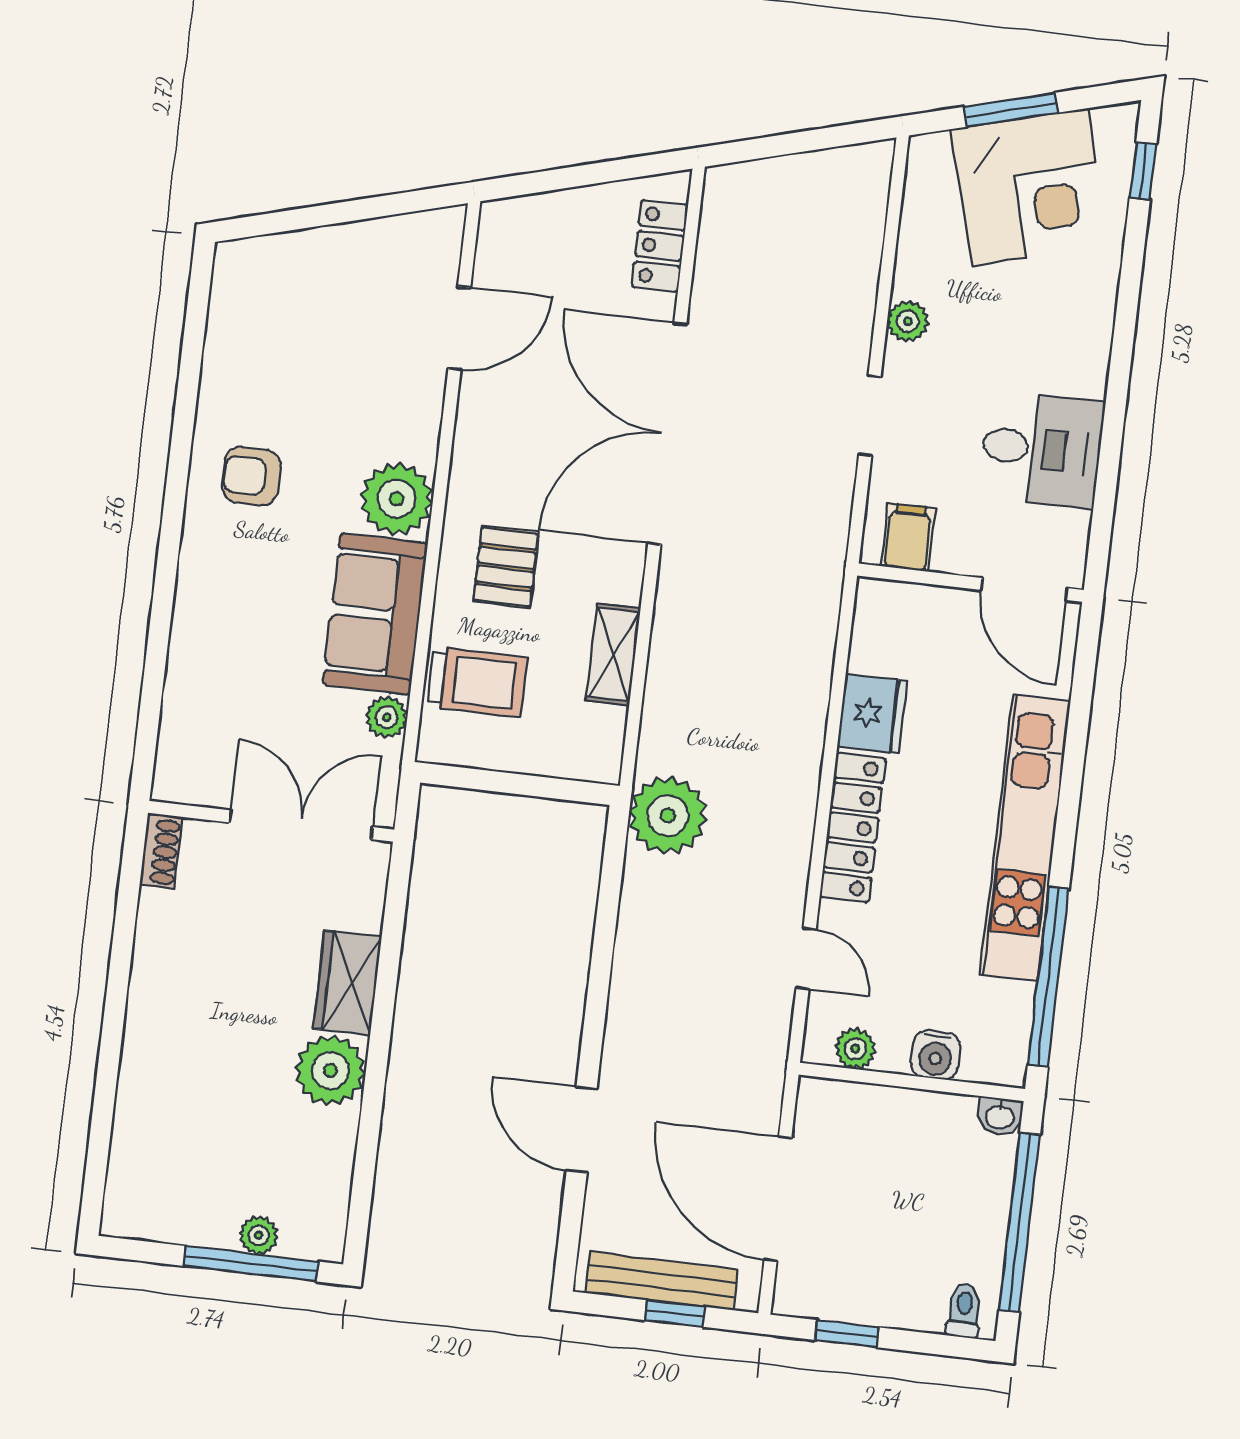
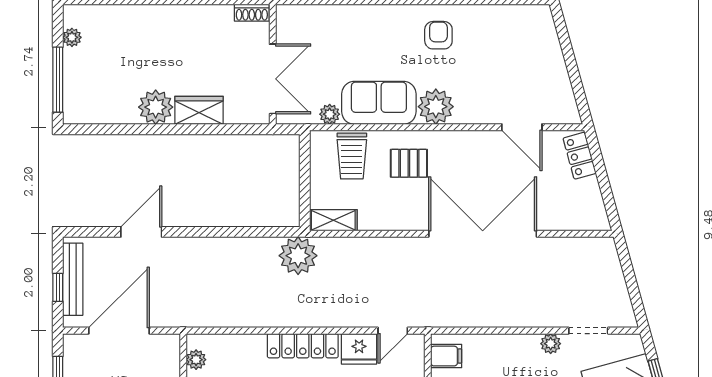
locker: (660, 246) -> (580, 156), moved, turned -105
doorway: (870, 416) -> (588, 331), moved
shelving: (613, 654) -> (333, 220), moved
door: (806, 959) -> (393, 331), moved
plant: (259, 1235) -> (72, 37), moved

